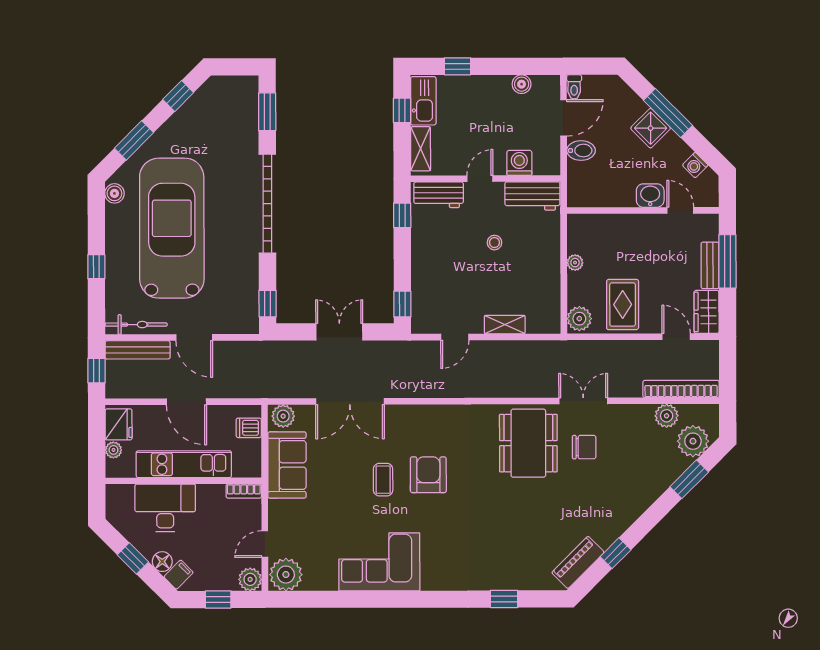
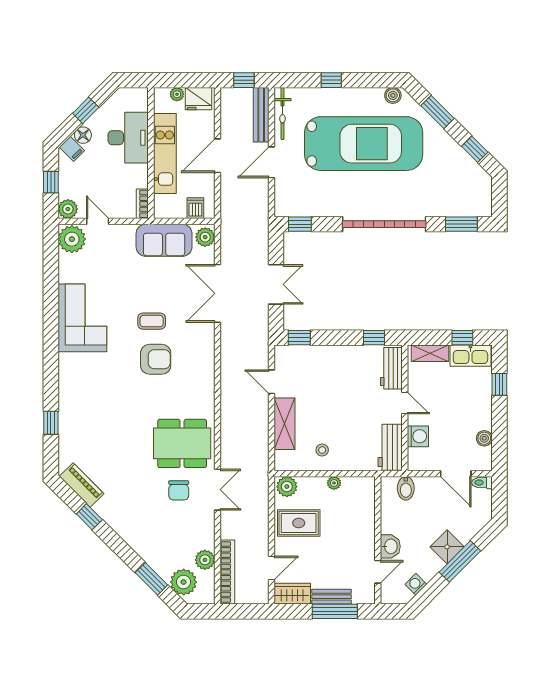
bidet: (581, 150) -> (406, 488), moved
stool: (494, 243) -> (322, 450), moved
shelving: (505, 325) -> (285, 424), width x1.50, depth x1.33

